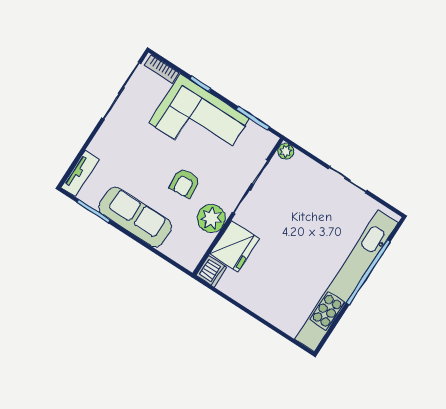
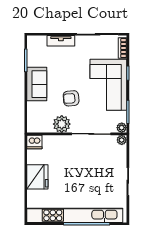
plant: (269, 140) -> (122, 128), added
tv unit: (80, 173) -> (61, 41), moved
sofa: (135, 217) -> (37, 84), width x0.73
fridge: (235, 246) -> (37, 177), moved, turned -90

